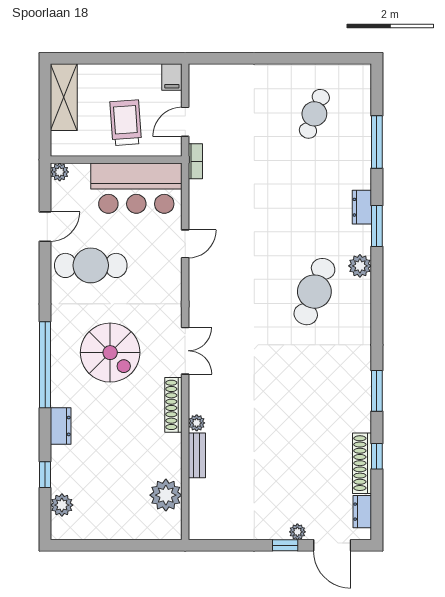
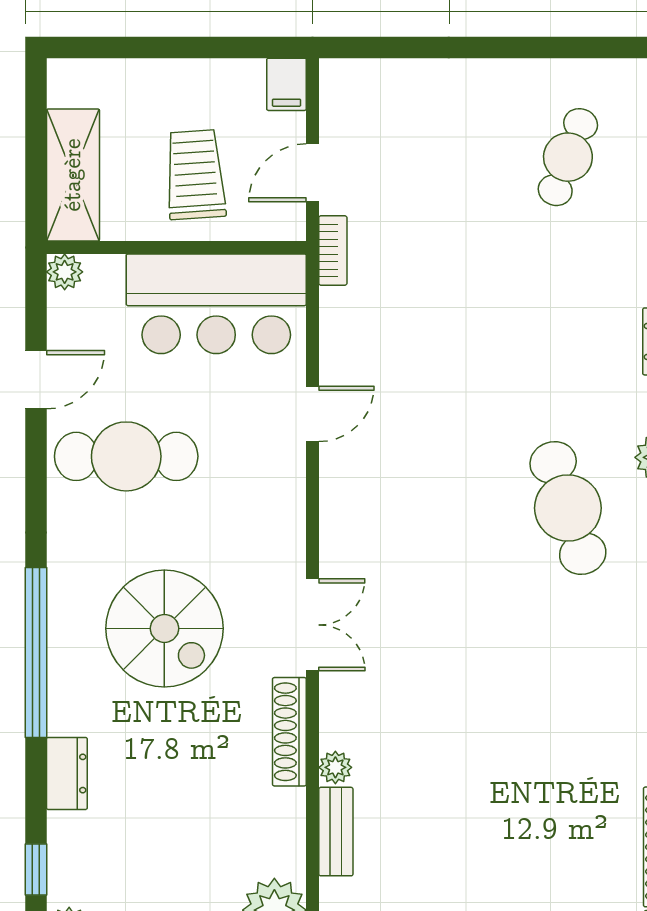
shelving: (64, 97) -> (73, 175), moved
cafe table: (314, 292) -> (568, 508), turned -39

